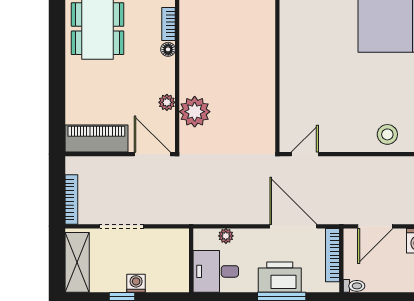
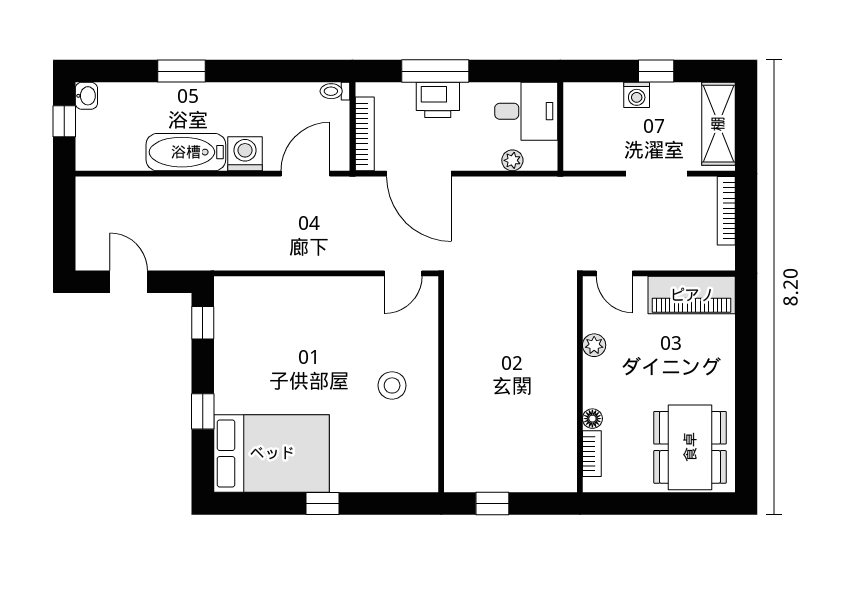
plant: (195, 112) -> (556, 332), removed
stool: (387, 134) -> (392, 385), moved
door: (152, 154) -> (614, 273), width x0.73
printer: (280, 277) -> (438, 100), width x0.73, depth x0.84

